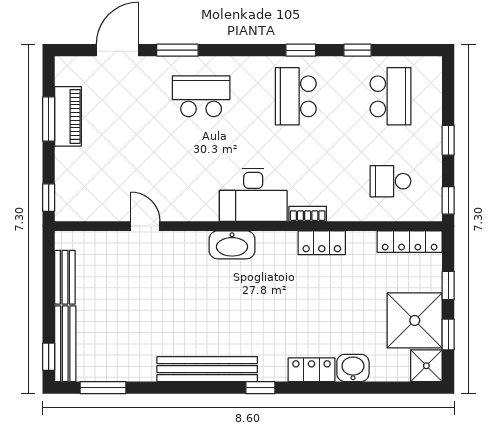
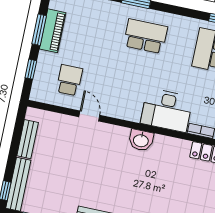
school desk: (106, 181) -> (69, 80), added
window: (49, 198) -> (31, 69), moved
washbasin: (232, 245) -> (141, 140), width x0.72

